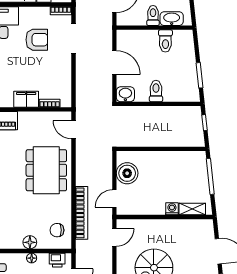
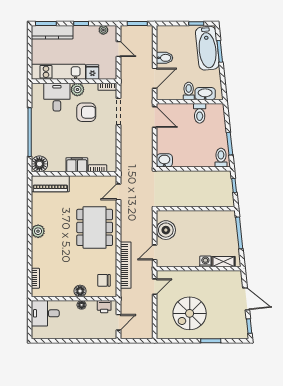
plant: (27, 14) -> (77, 90), added
door: (114, 62) -> (155, 117), moved
toilet: (156, 91) -> (221, 158), moved
door: (73, 130) -> (119, 192), hinge flipped

